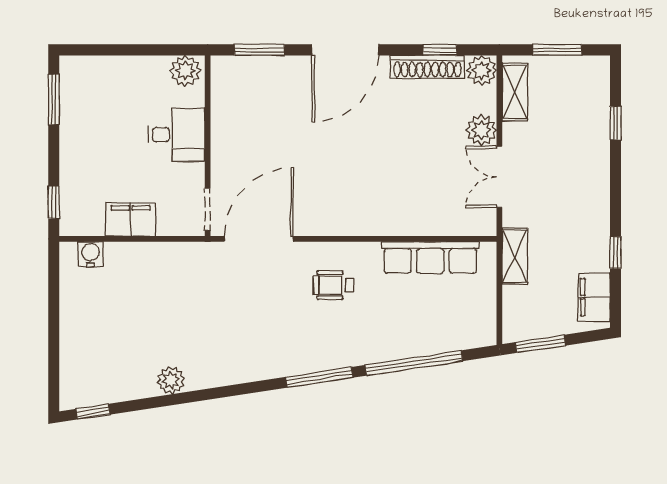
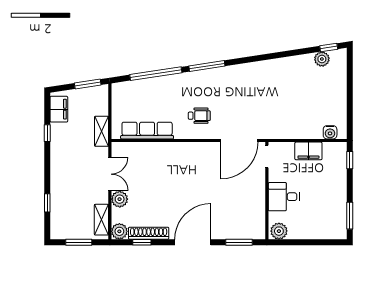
plant: (171, 380) -> (322, 59), moved

